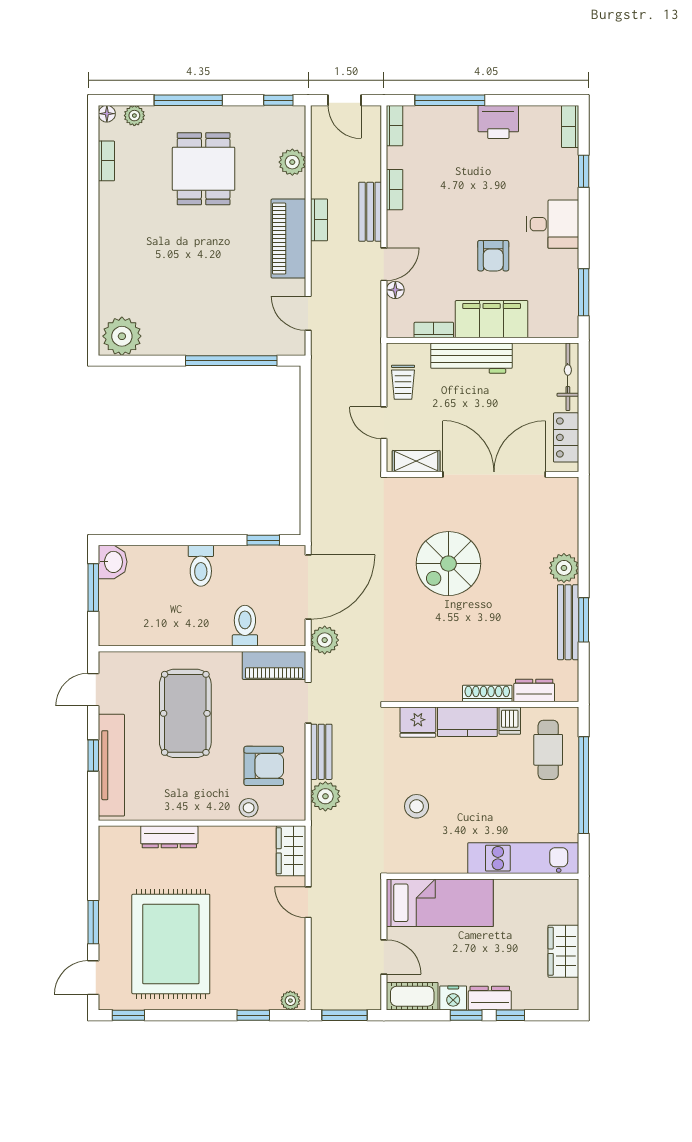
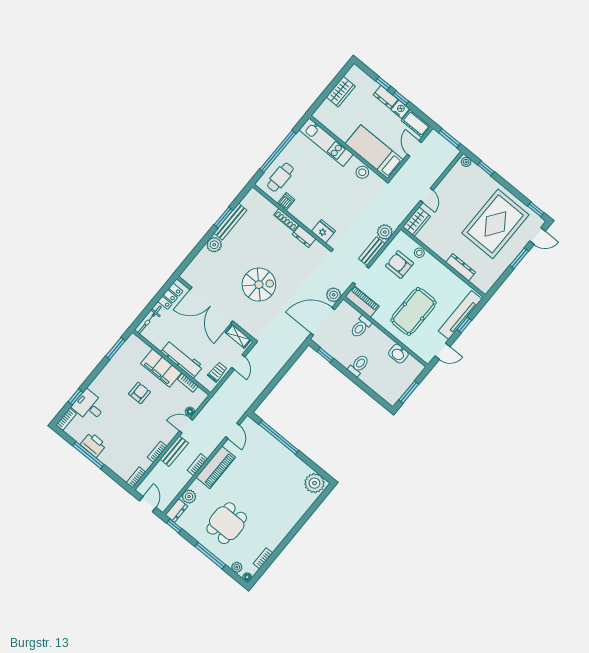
window: (450, 100) -> (88, 455), moved
dresser: (294, 126) -> (176, 510), added
desk: (552, 224) -> (89, 406), moved
washbasin: (113, 562) -> (398, 354), moved, turned -90
dresser: (534, 690) -> (304, 236), moved
kitchen counter: (467, 722) -> (303, 215), removed
stool: (417, 806) -> (362, 172), moved

